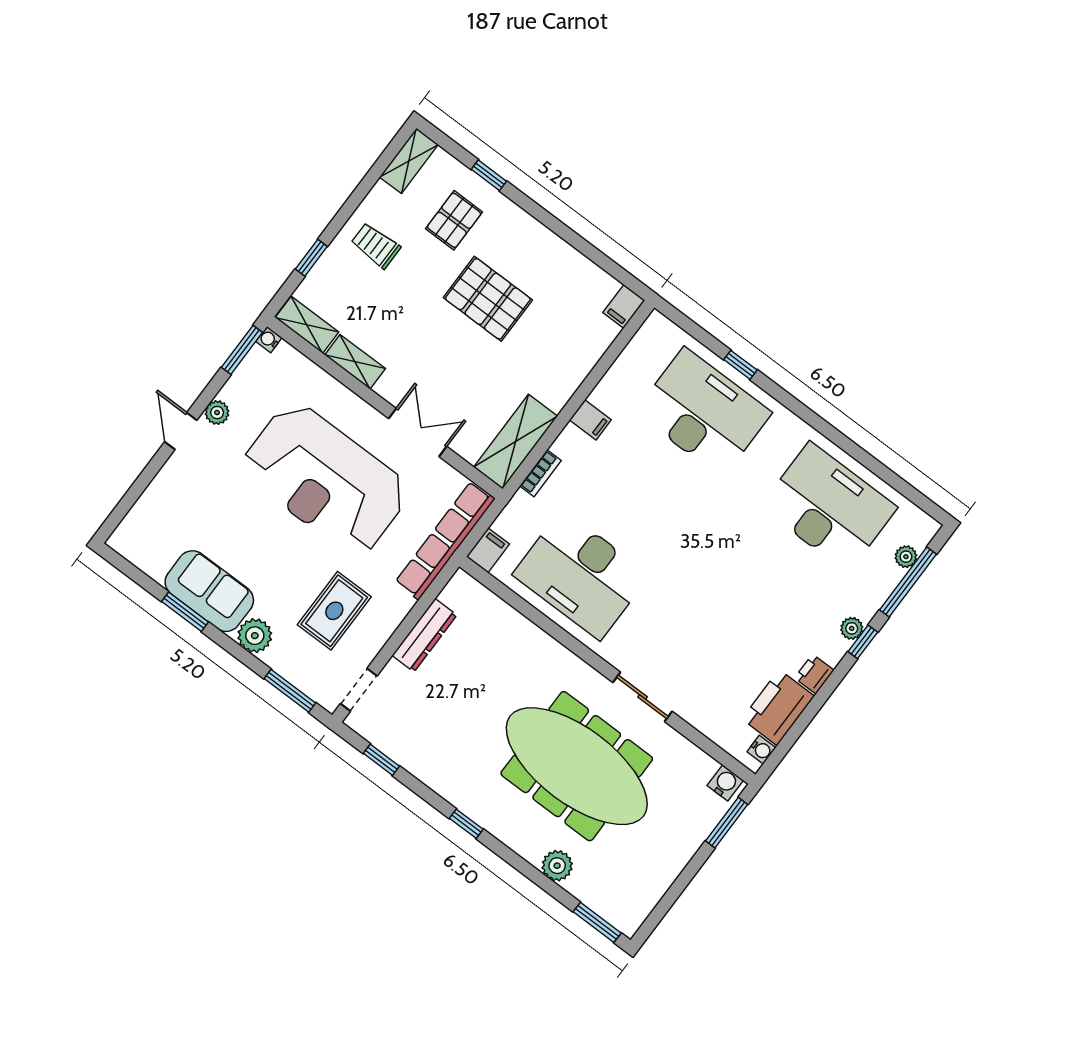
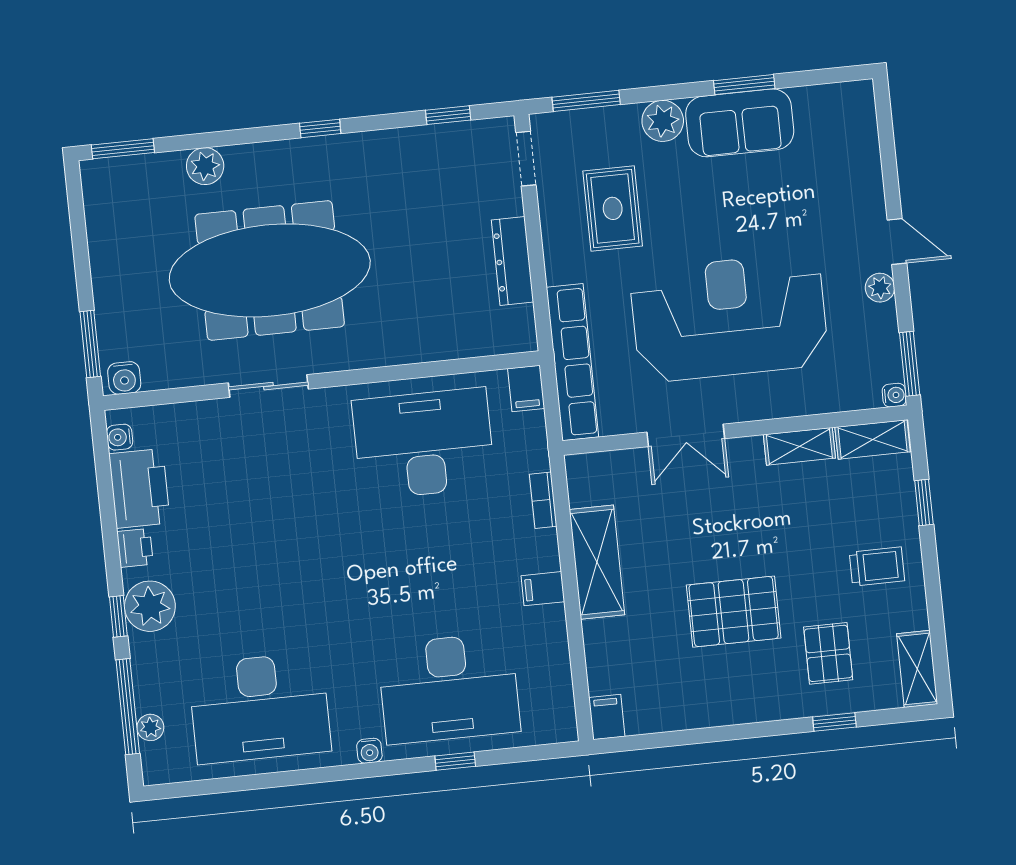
water cooler: (786, 419) -> (369, 751), added
shelving: (515, 442) -> (597, 562), moved
plant: (852, 628) -> (150, 606), width x1.88, depth x1.88

